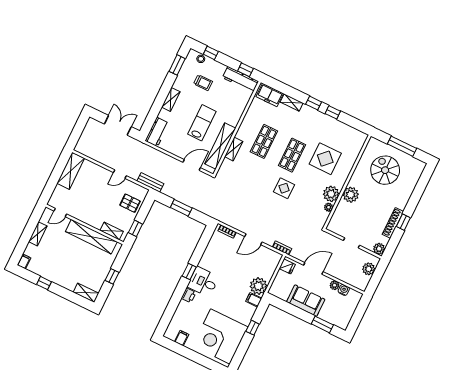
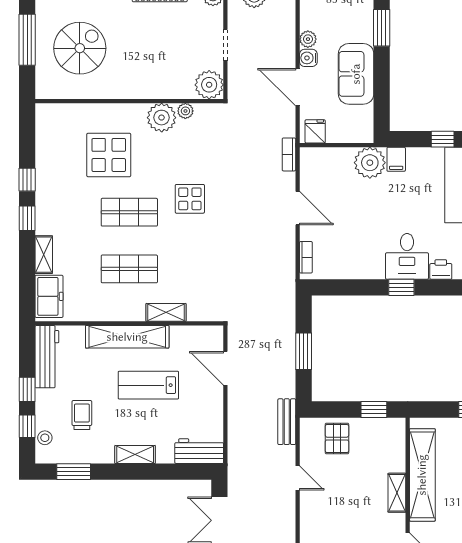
window: (245, 70) -> (27, 389), moved
shelving: (220, 146) -> (127, 337), moved
spiral stairs: (385, 170) -> (80, 48), turned 180
plant: (351, 195) -> (209, 85), moved
shelving: (112, 231) -> (397, 493), moved
water cooler: (344, 290) -> (308, 58), moved

